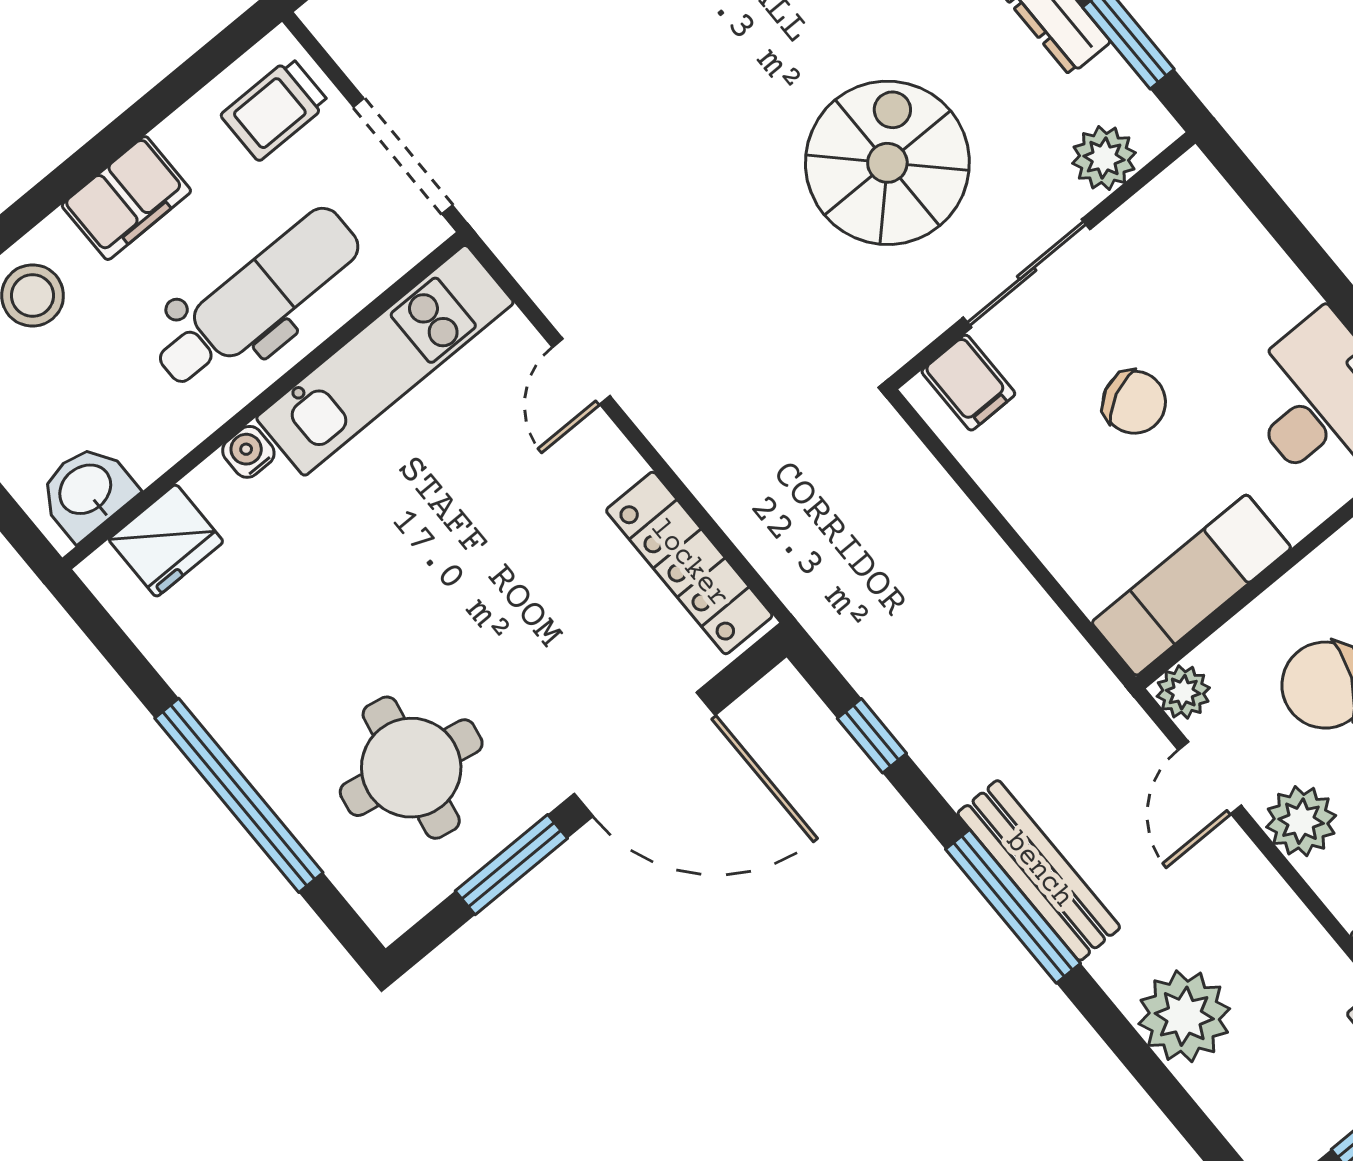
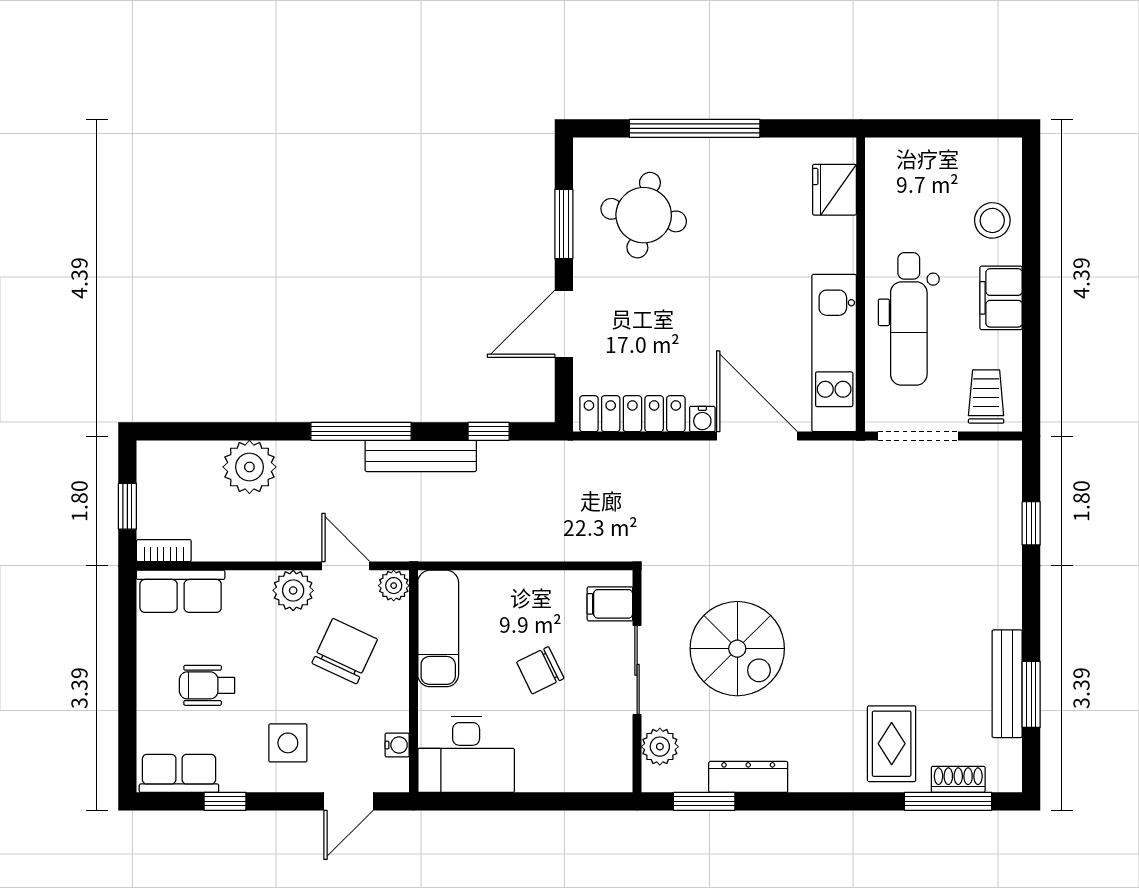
door: (581, 372) -> (757, 436), width x1.88
water cooler: (248, 452) -> (702, 419), moved, turned 90
washbasin: (87, 491) -> (886, 173), removed
door: (645, 754) -> (564, 324), width x0.73
bench: (1039, 870) -> (421, 456), moved

